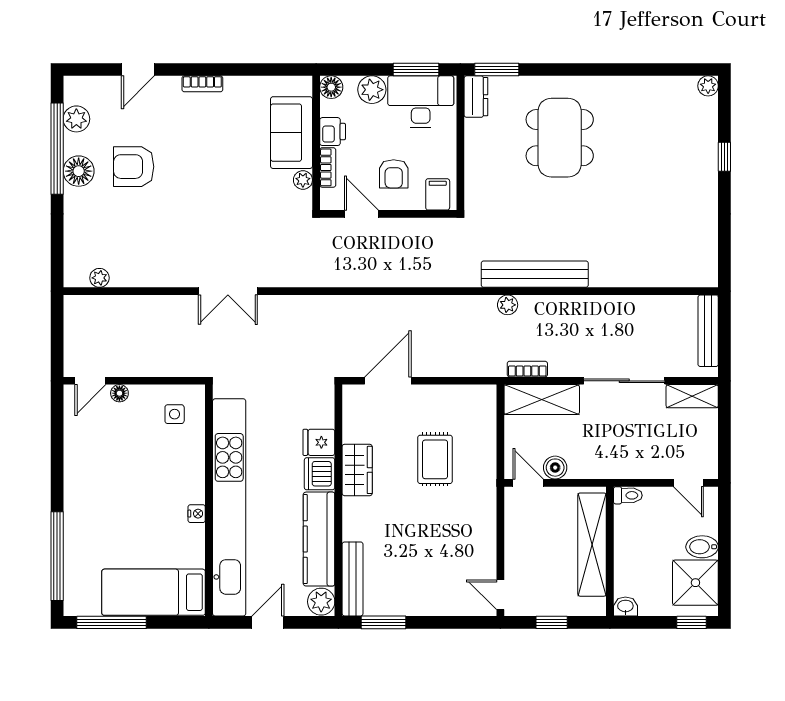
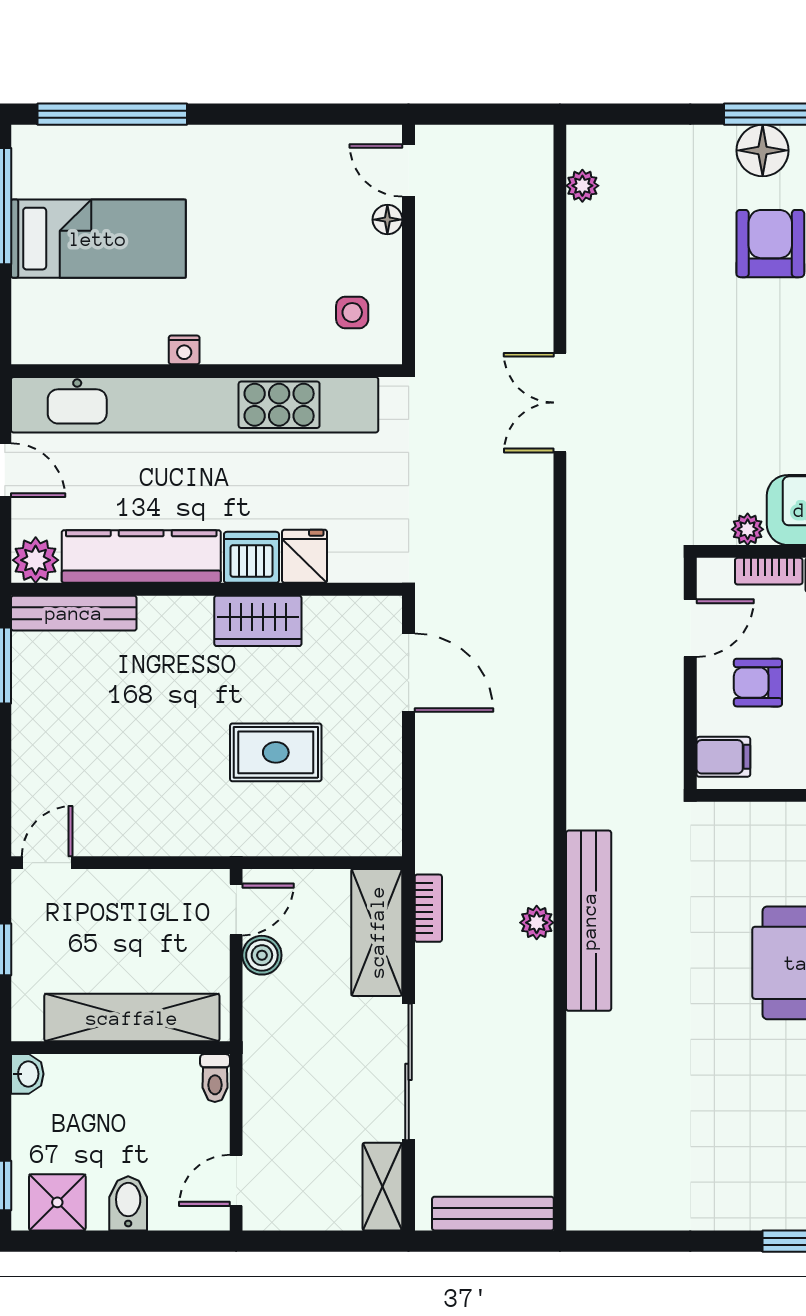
plant: (508, 305) -> (537, 923), moved
shower: (695, 583) -> (57, 1202), width x0.73, depth x0.73
bed: (154, 592) -> (98, 239), moved, turned 90

